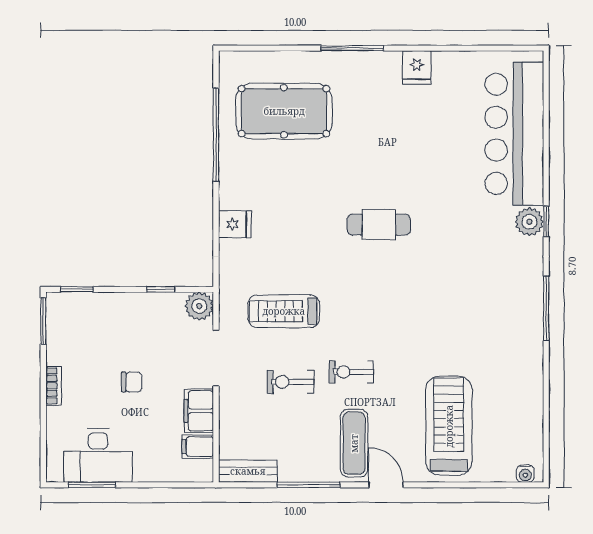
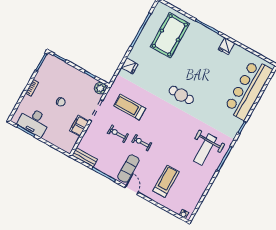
pool table: (284, 111) -> (170, 35), turned 90
plant: (529, 222) -> (236, 124), removed
weight bench: (494, 312) -> (205, 150), added
treadmill: (449, 426) -> (166, 181), width x0.73, depth x0.73
filing cabinet: (198, 447) -> (72, 138), removed

